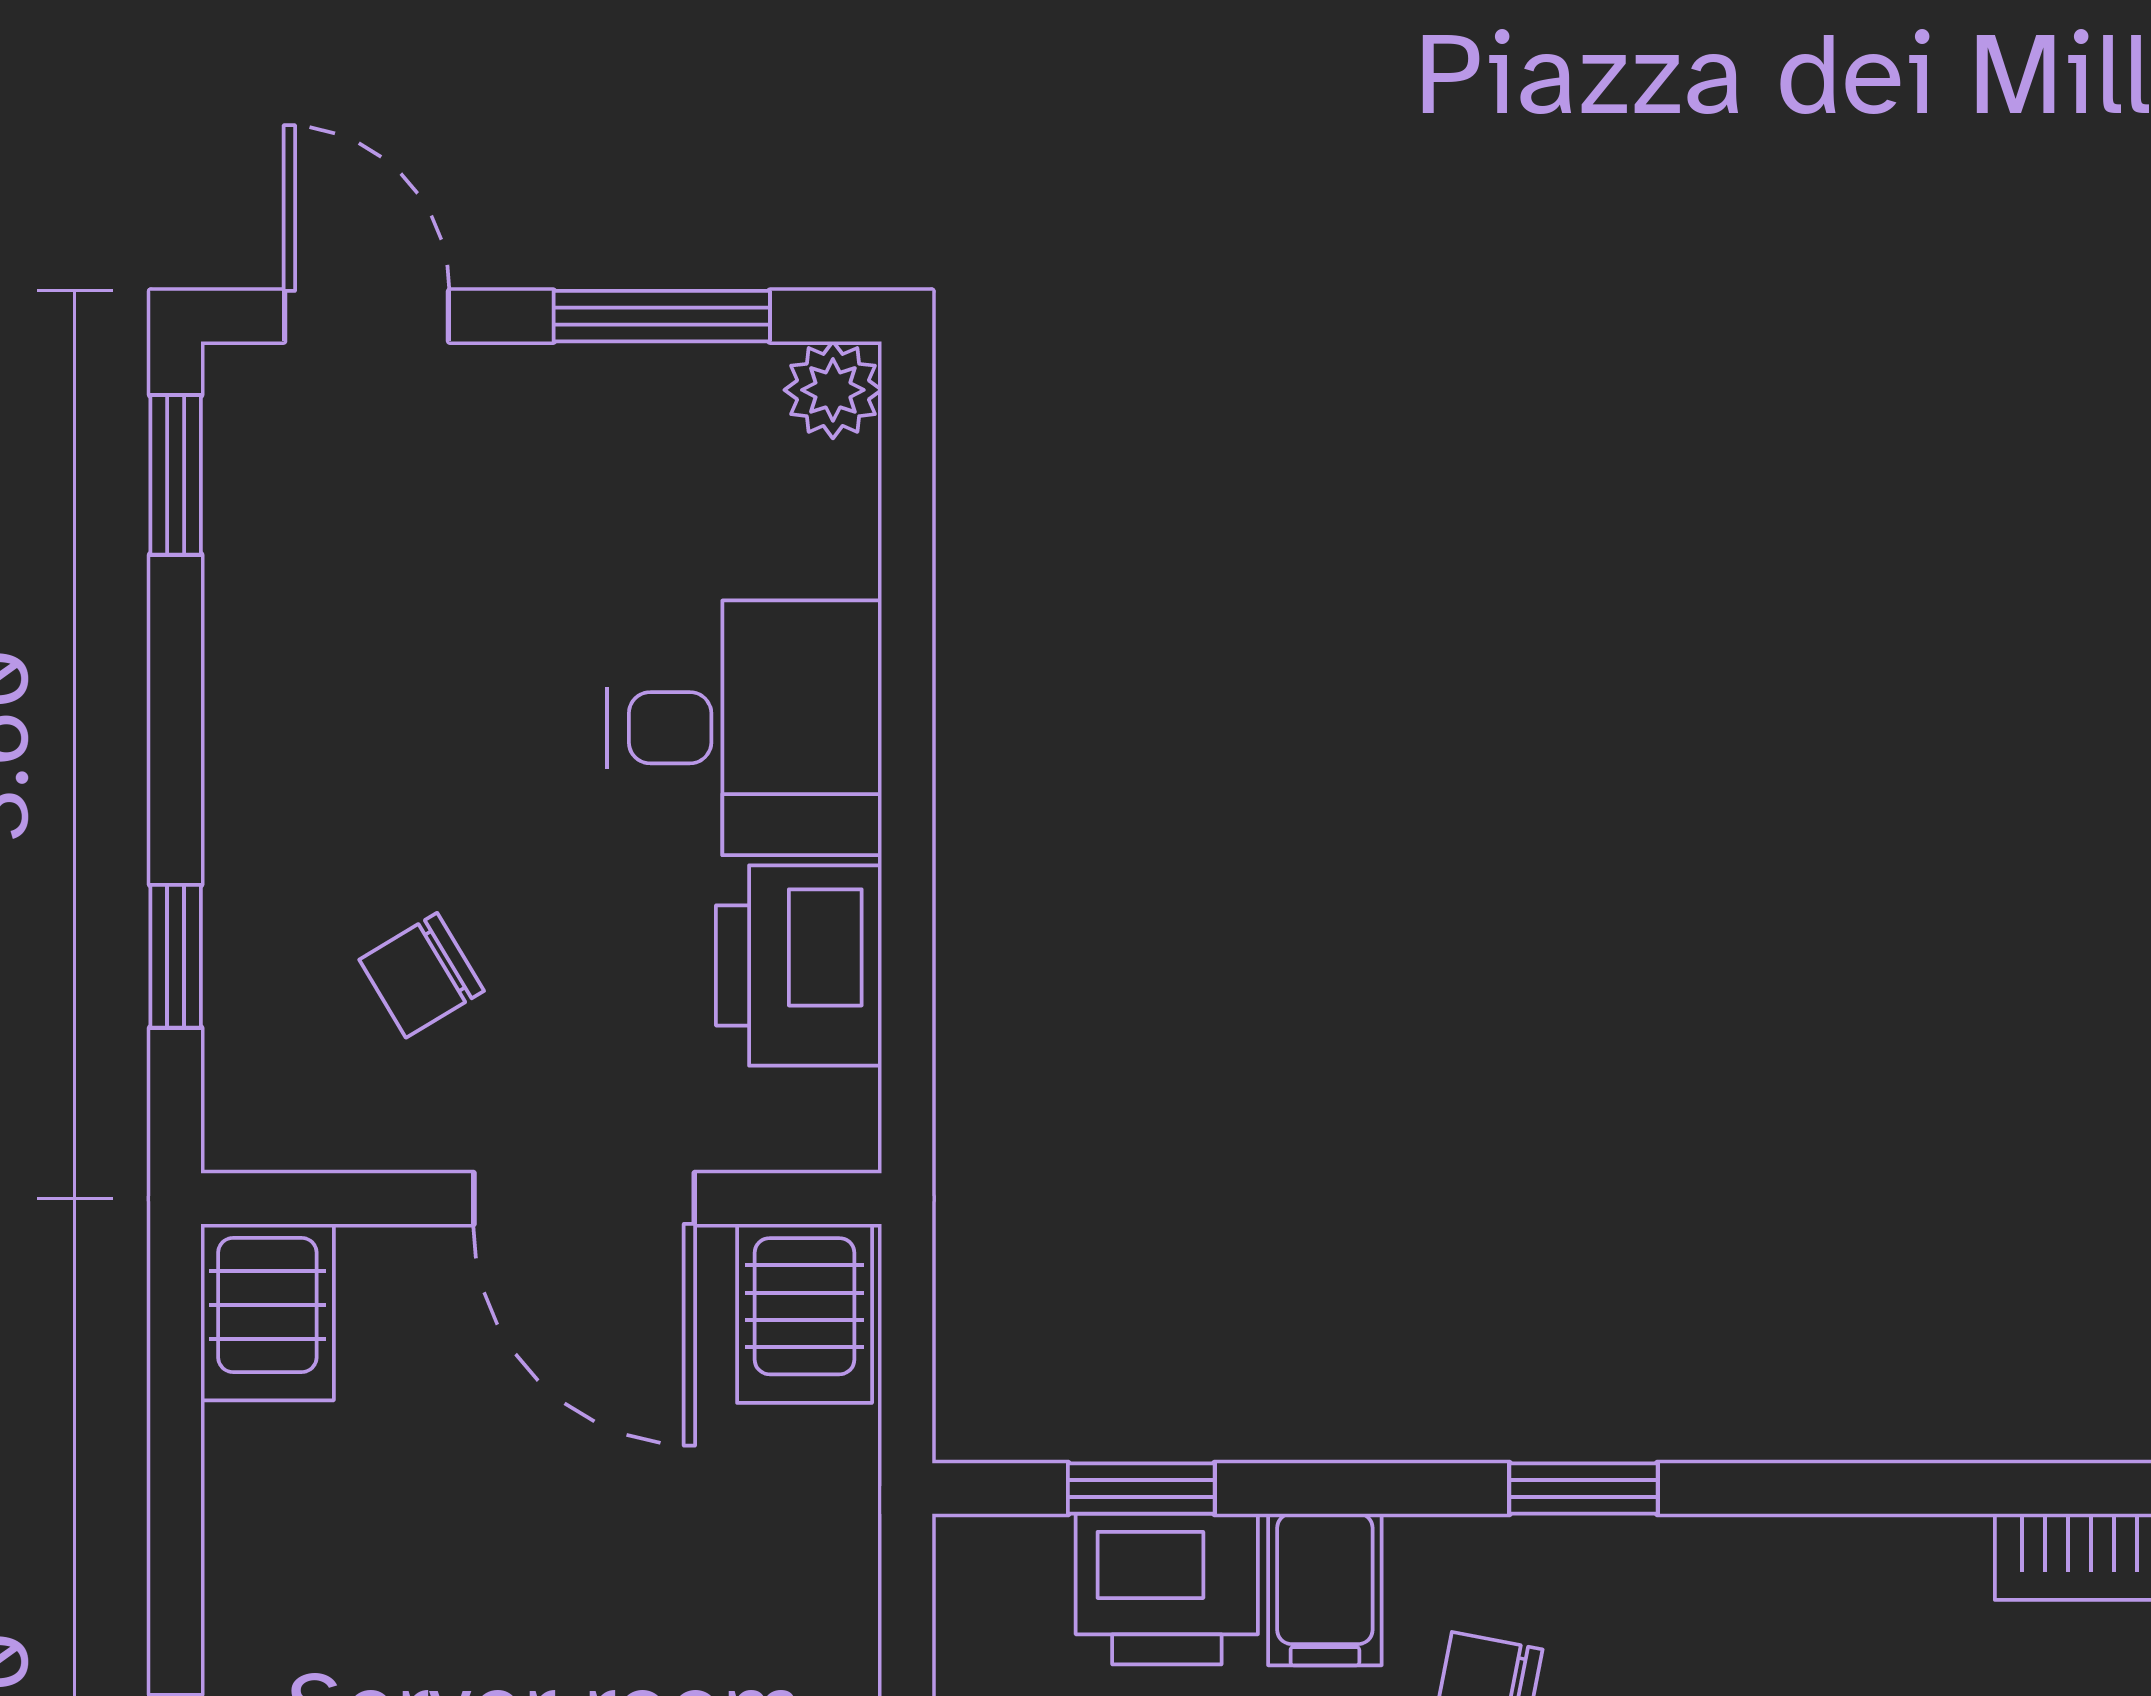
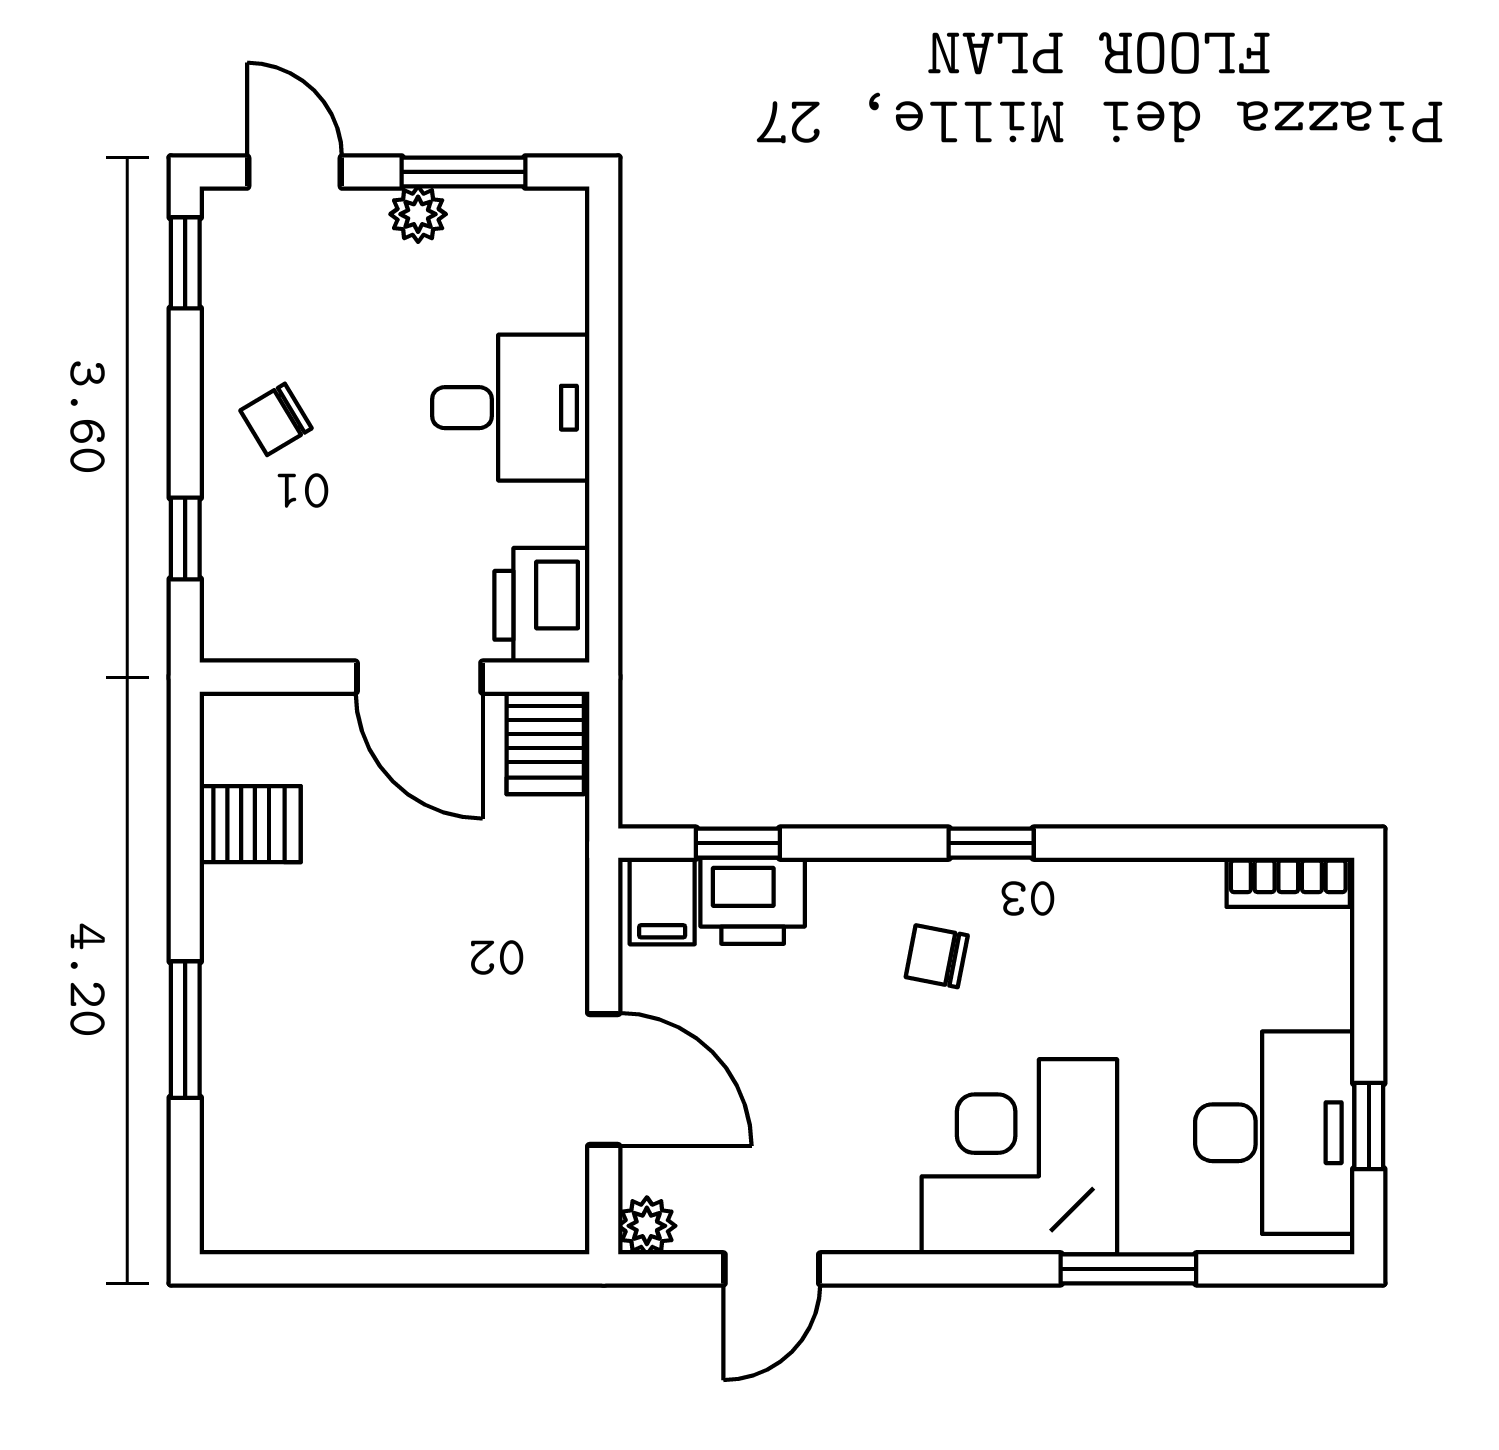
plant: (833, 390) -> (418, 214), moved
printer: (799, 965) -> (542, 605), moved
chair: (422, 975) -> (276, 419), moved
server rack: (267, 1312) -> (250, 824), moved, turned -90
filing cabinet: (1325, 1590) -> (662, 901), moved

